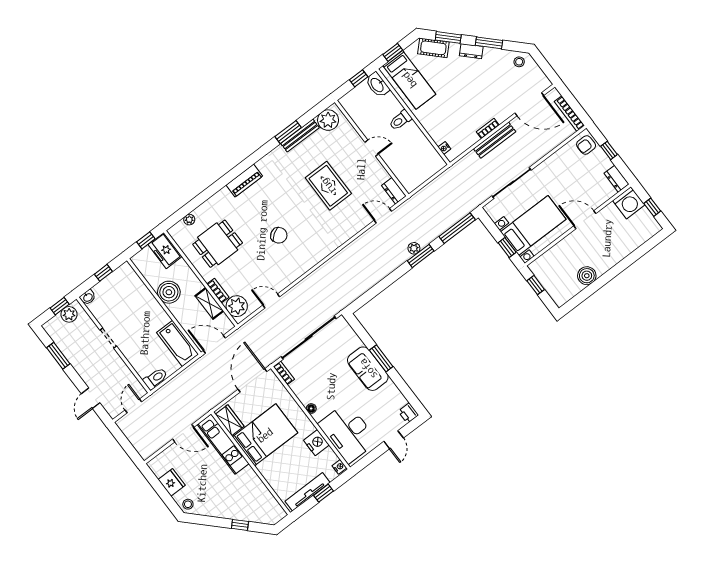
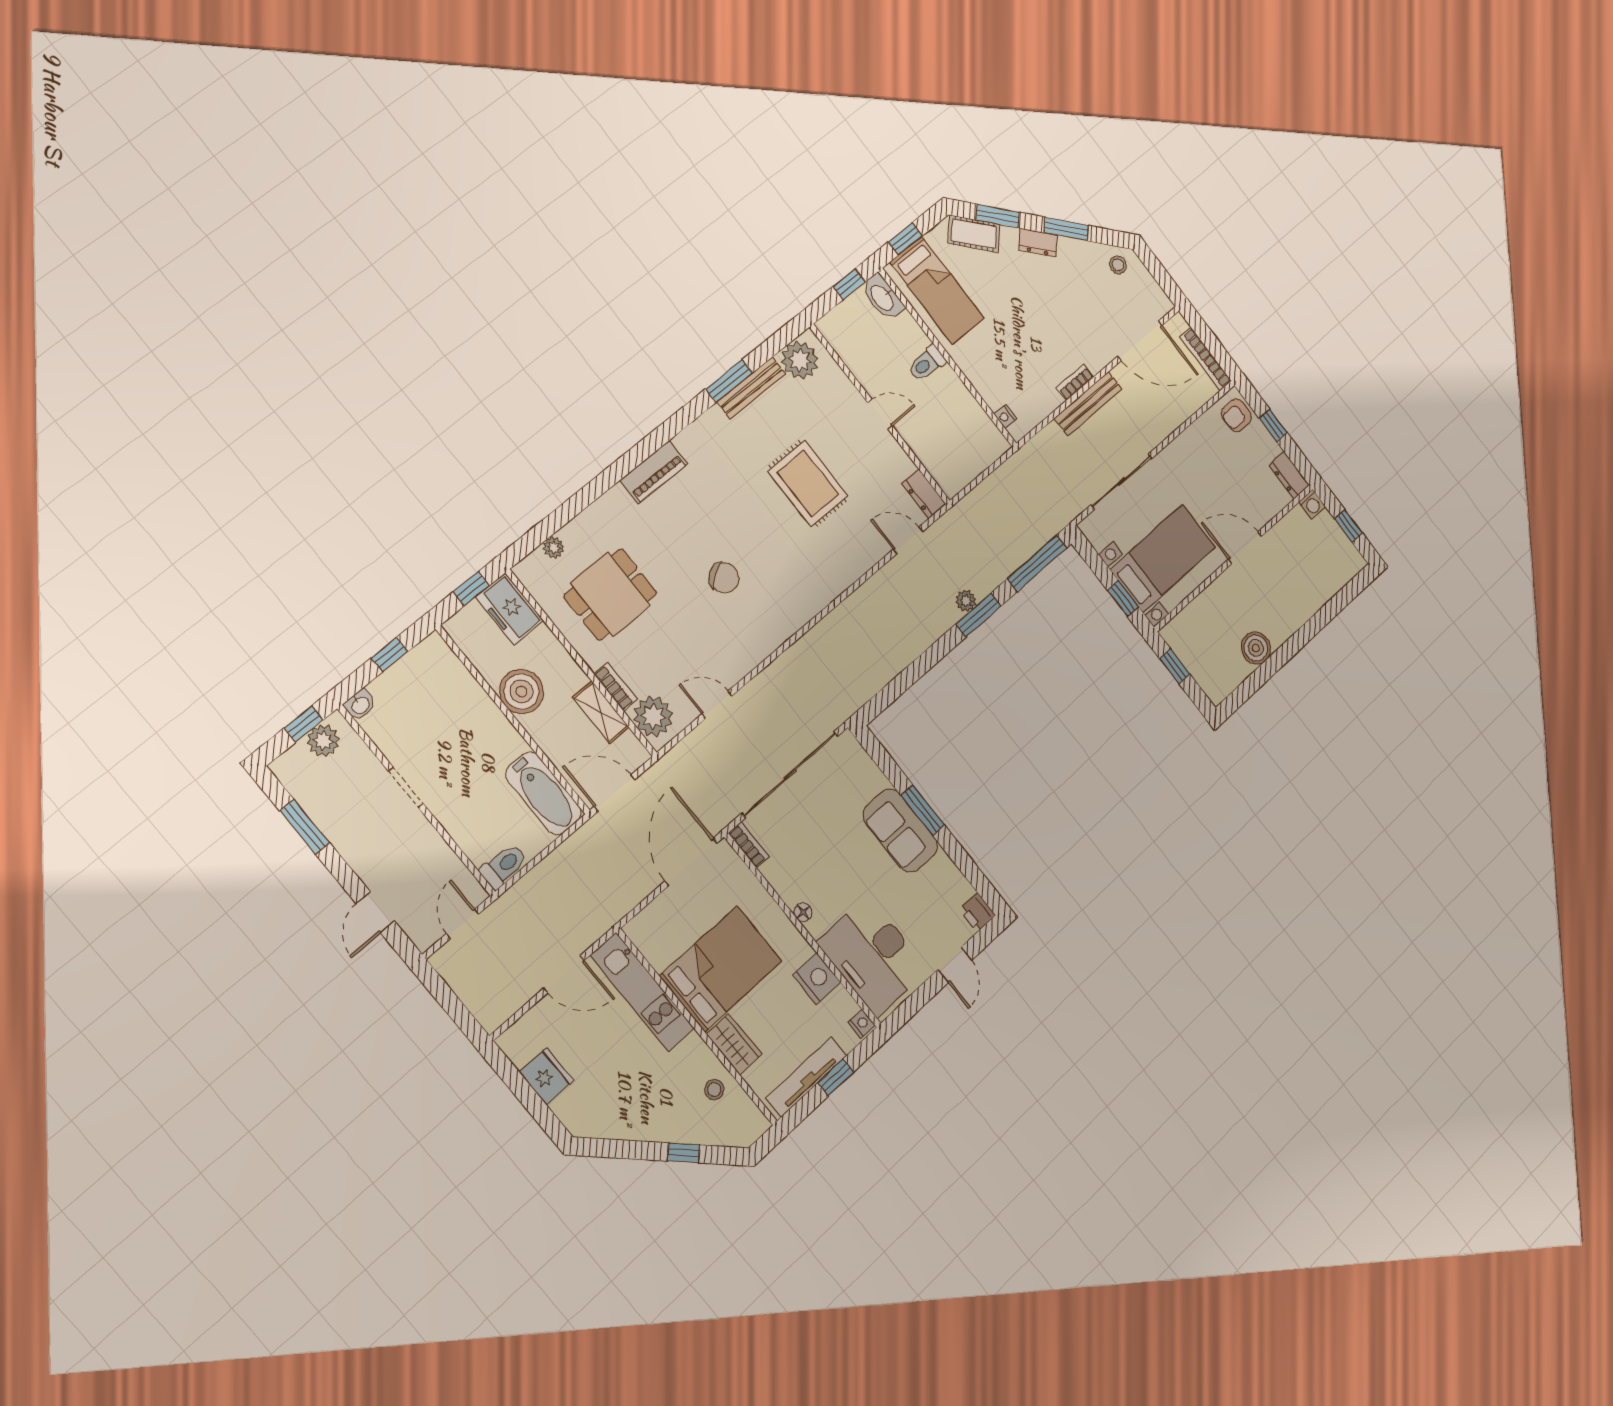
washing machine: (629, 203) -> (1312, 504), width x0.53, depth x0.53
wardrobe: (230, 420) -> (734, 1044), moved
stool: (188, 504) -> (714, 1090), moved

